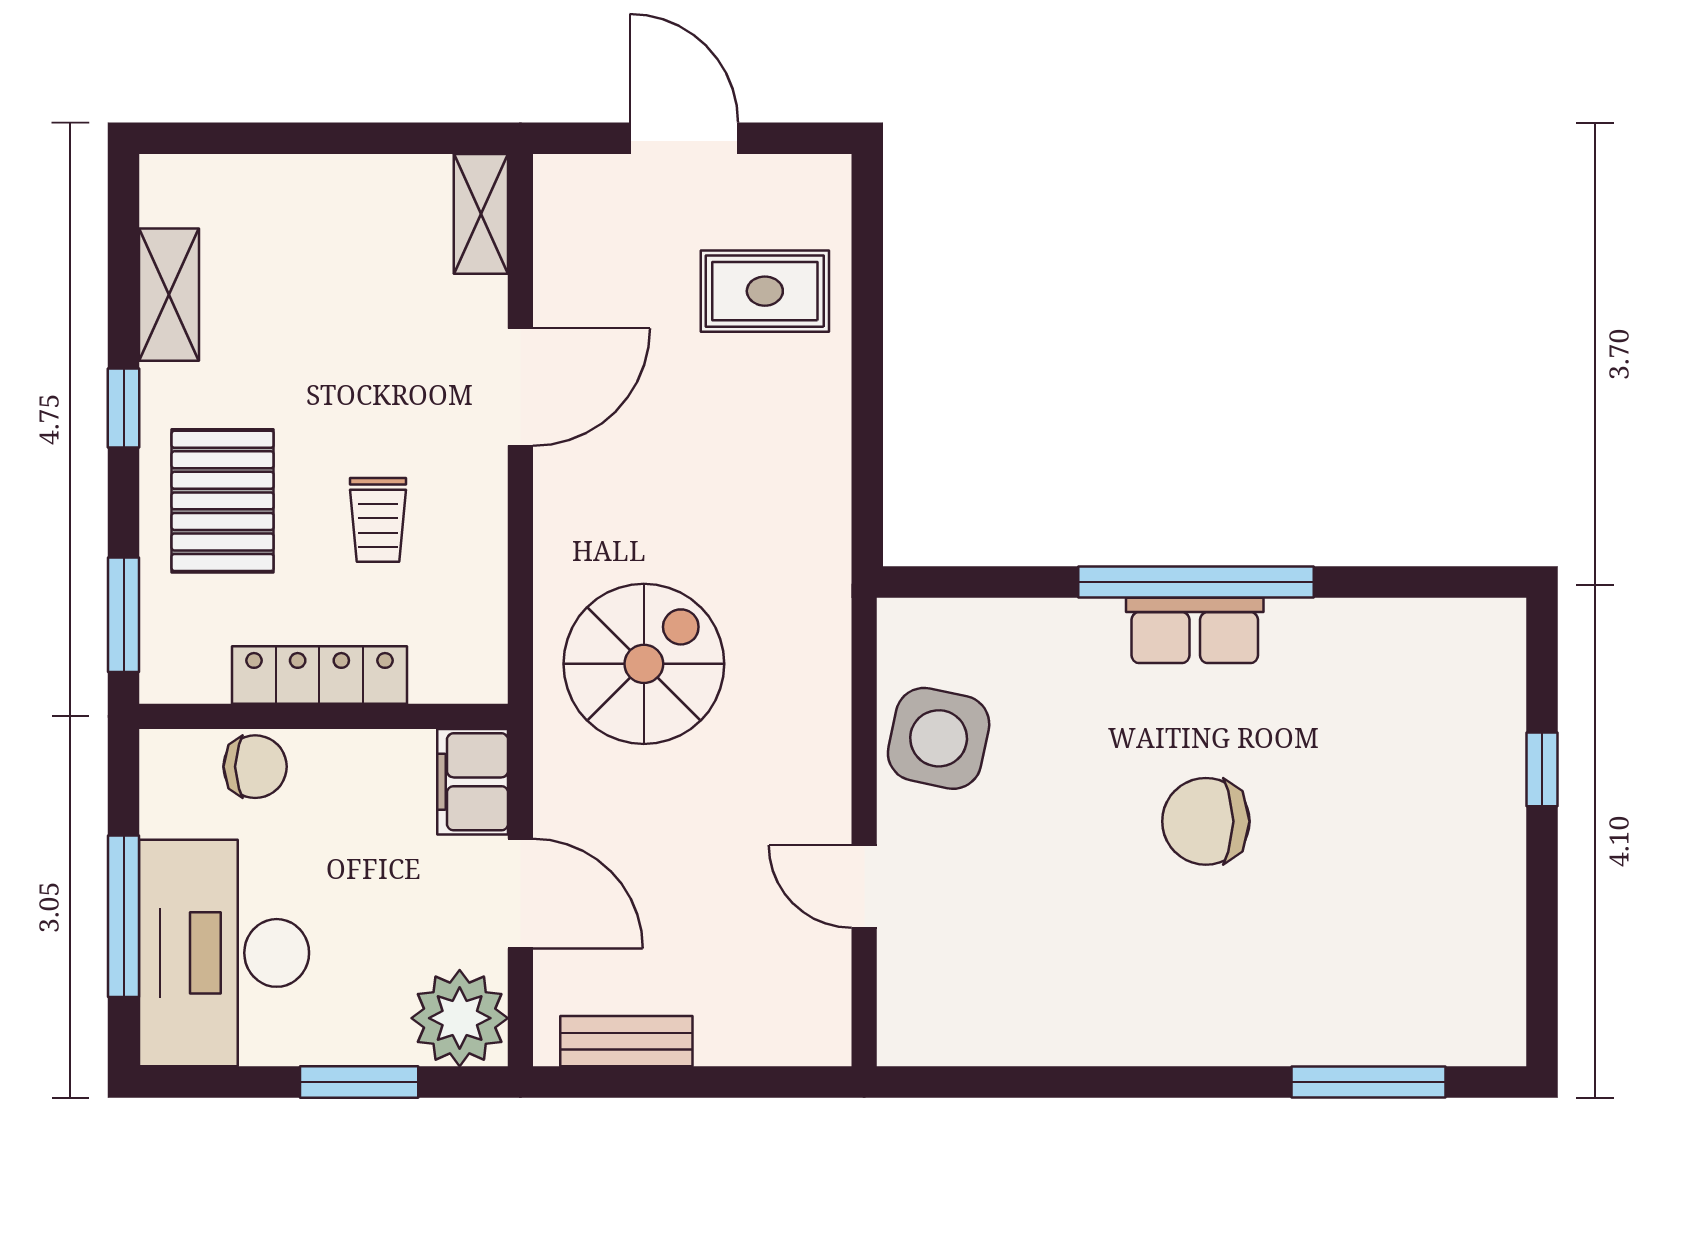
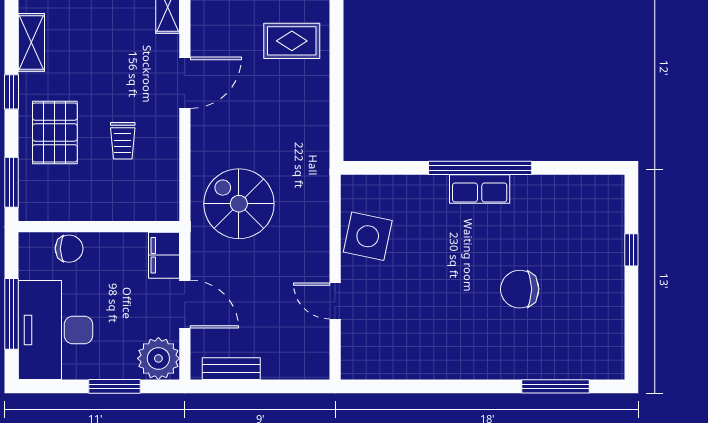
spiral stairs: (644, 664) -> (239, 204), turned -90
locker: (319, 675) -> (97, 209), removed
chair: (1206, 821) -> (520, 289), moved

